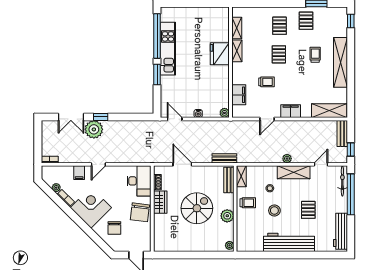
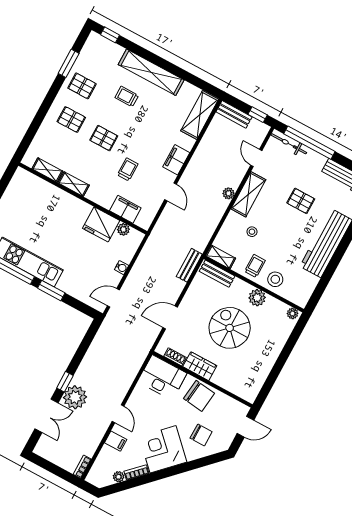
fridge: (220, 54) -> (101, 224), moved
plant: (224, 113) -> (123, 229), moved
stool: (274, 211) -> (275, 279), moved

